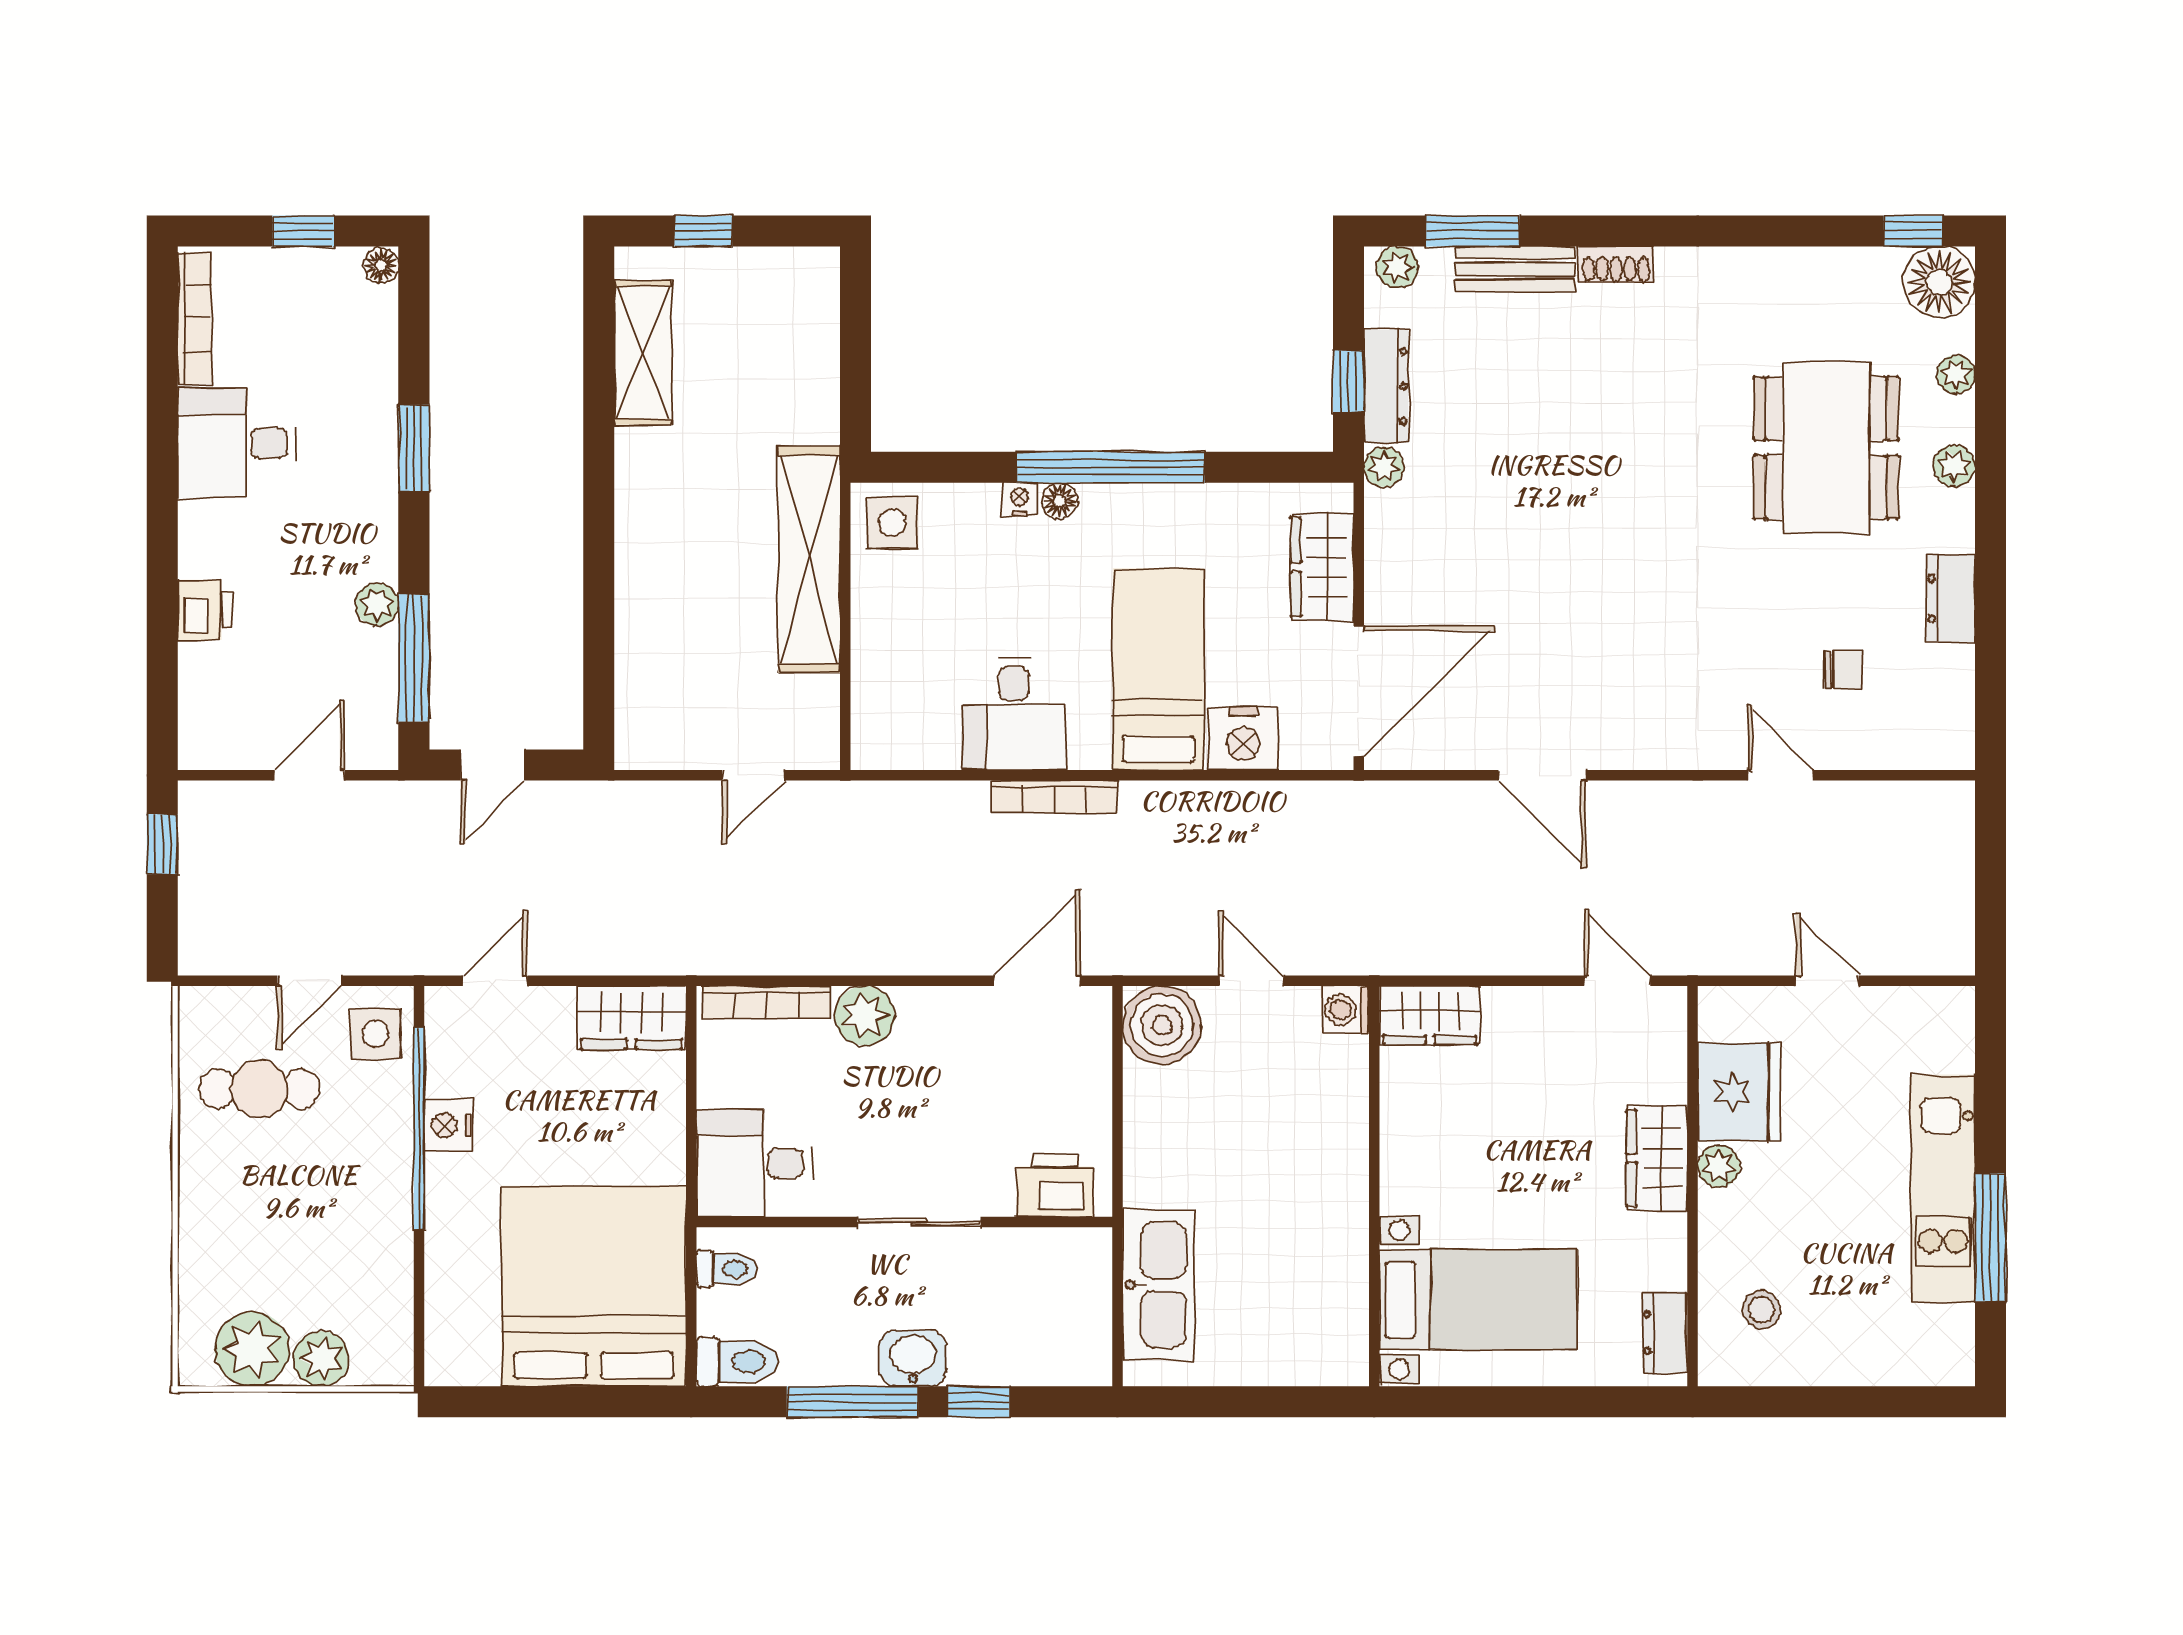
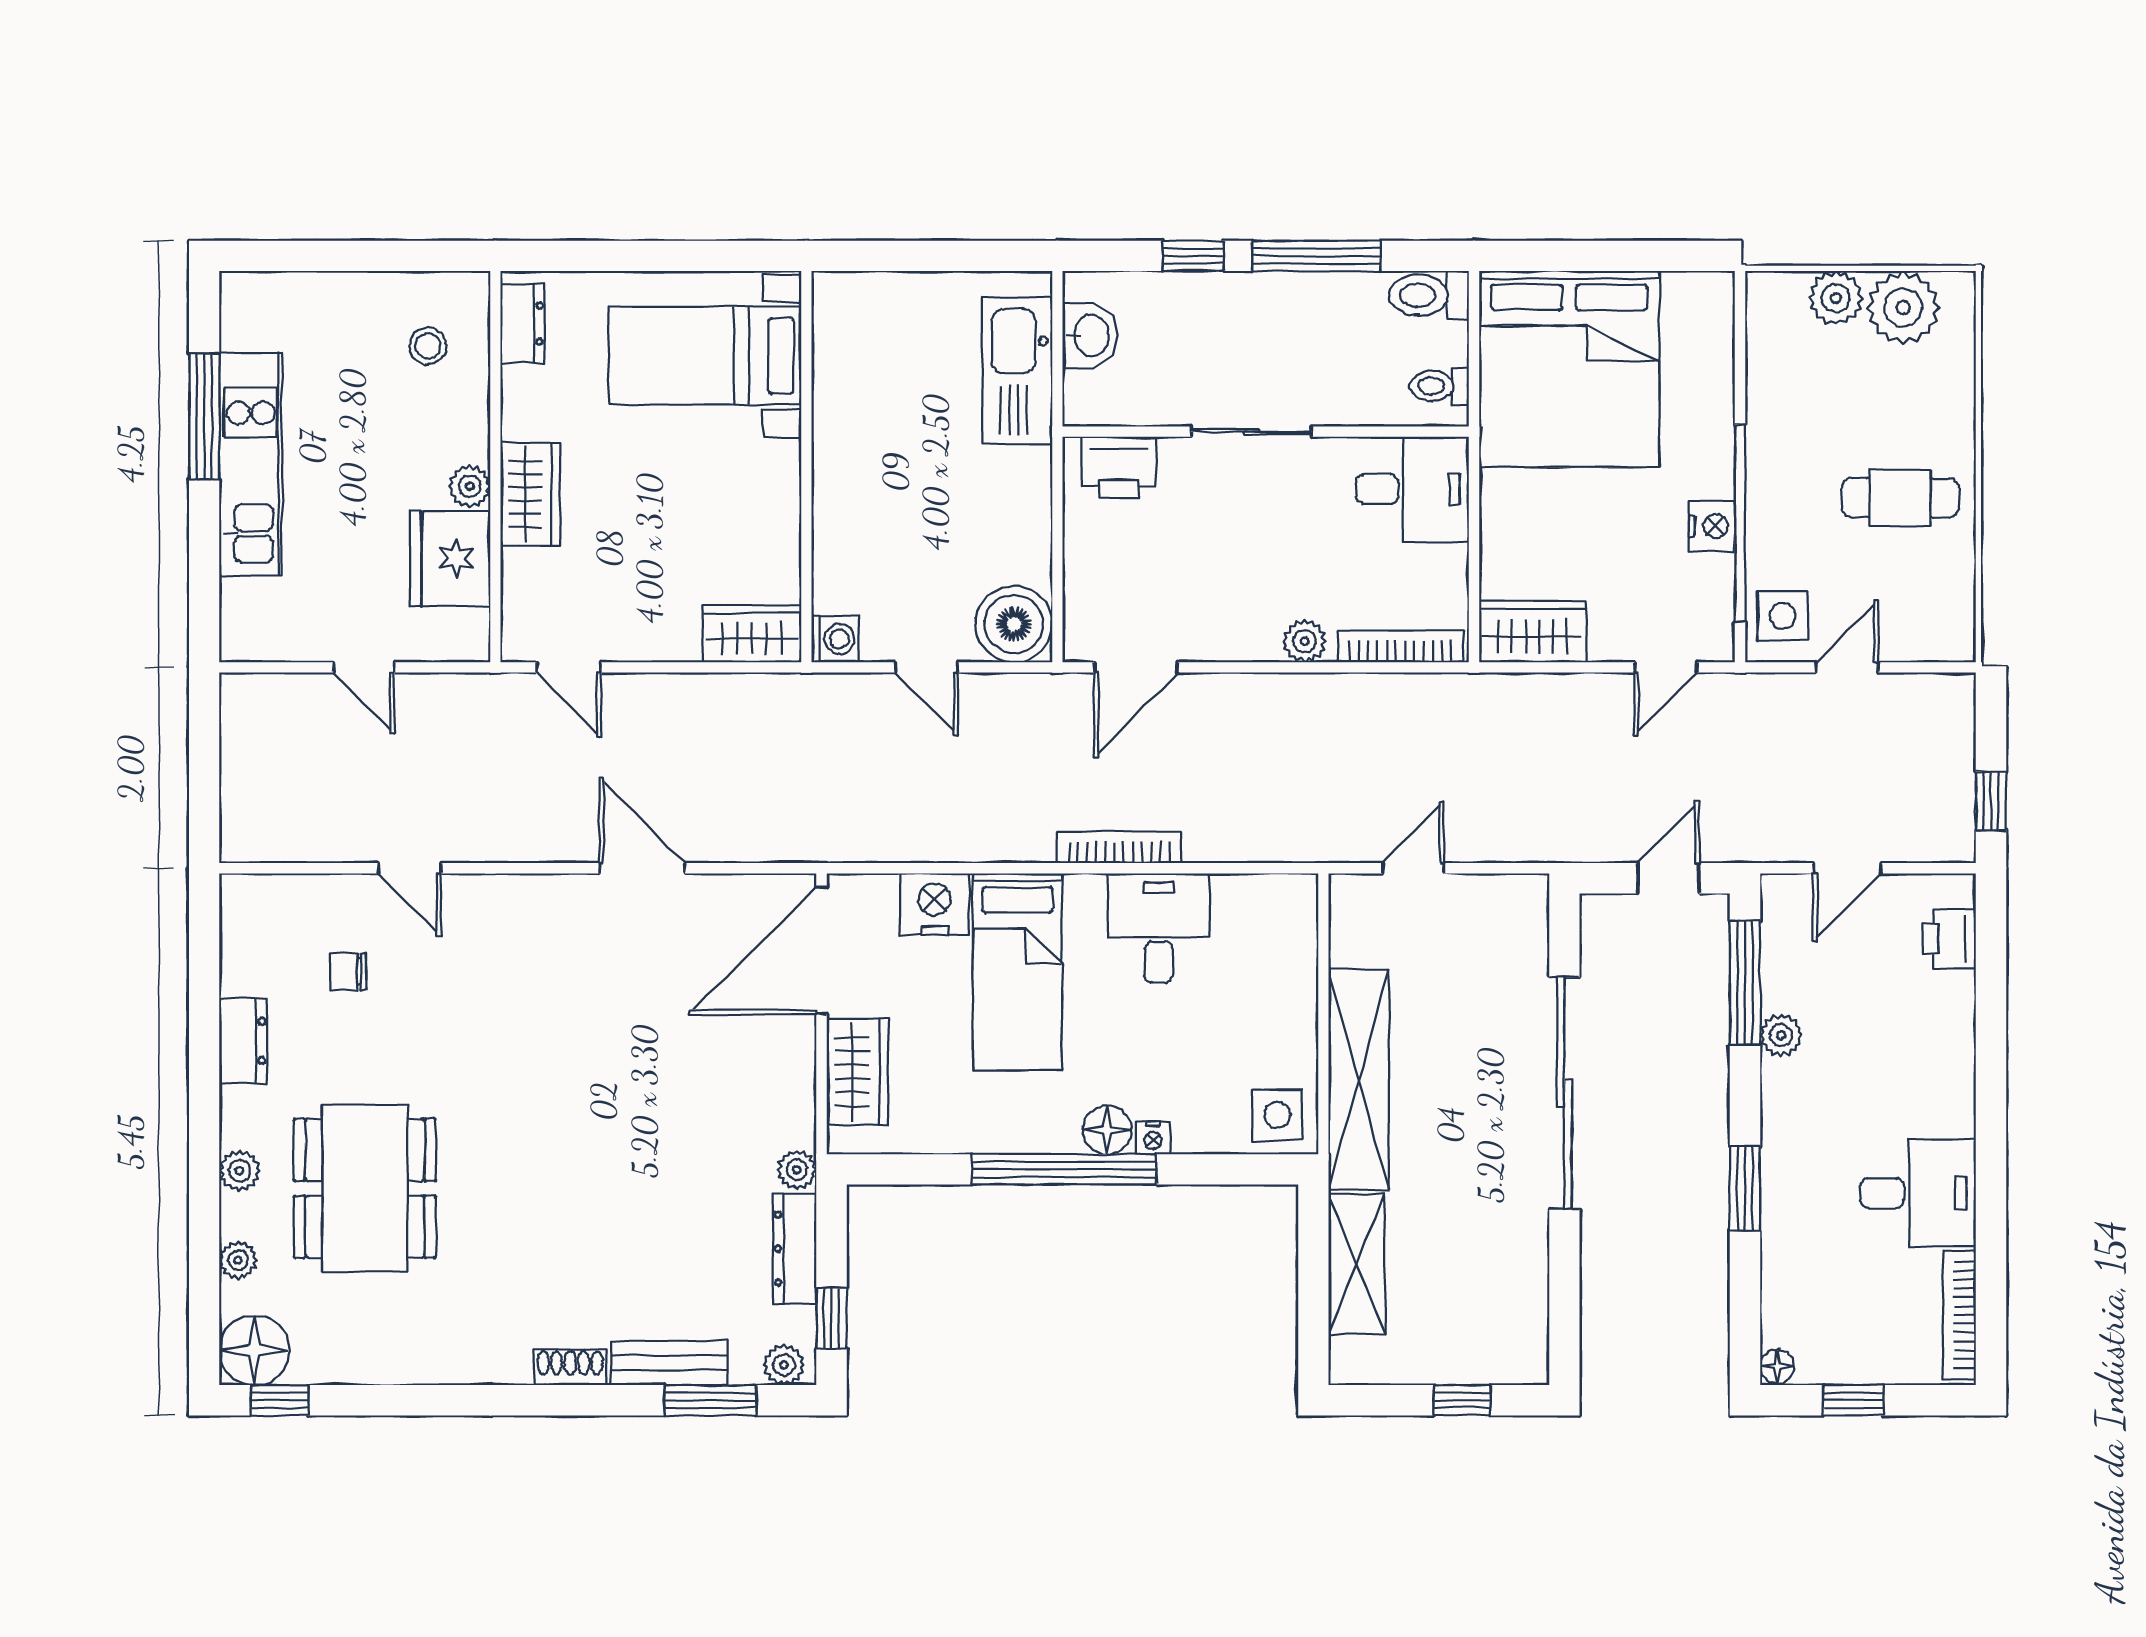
shelving: (643, 353) -> (1357, 1264), moved
window: (1349, 381) -> (832, 1318), moved
floor lamp: (1060, 501) -> (1107, 1130), width x1.37, depth x1.37
sliding door: (599, 545) -> (1564, 1093), added
printer: (205, 610) -> (1949, 939), moved
plant: (865, 1016) -> (1305, 641), width x0.73, depth x0.73
cafe table: (260, 1089) -> (1900, 498), moved
washbasin: (913, 1358) -> (1090, 336), moved, turned -90

